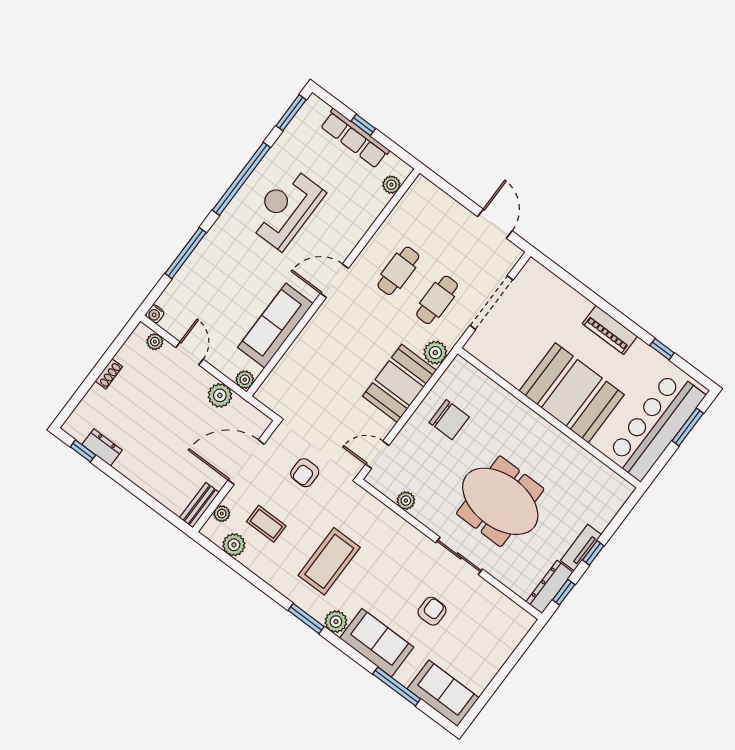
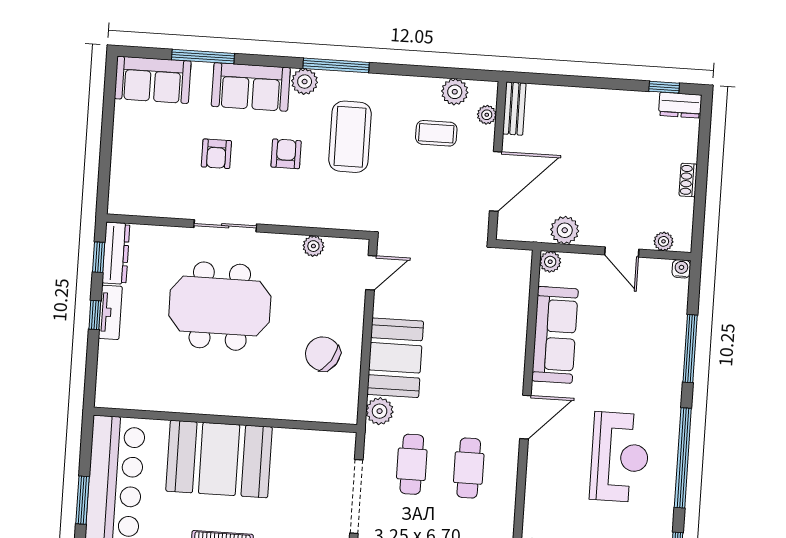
chair: (449, 420) -> (323, 354), turned 33
dresser: (102, 447) -> (680, 105), moved
armchair: (305, 473) -> (286, 154), moved
window: (306, 618) -> (336, 65), width x1.44

